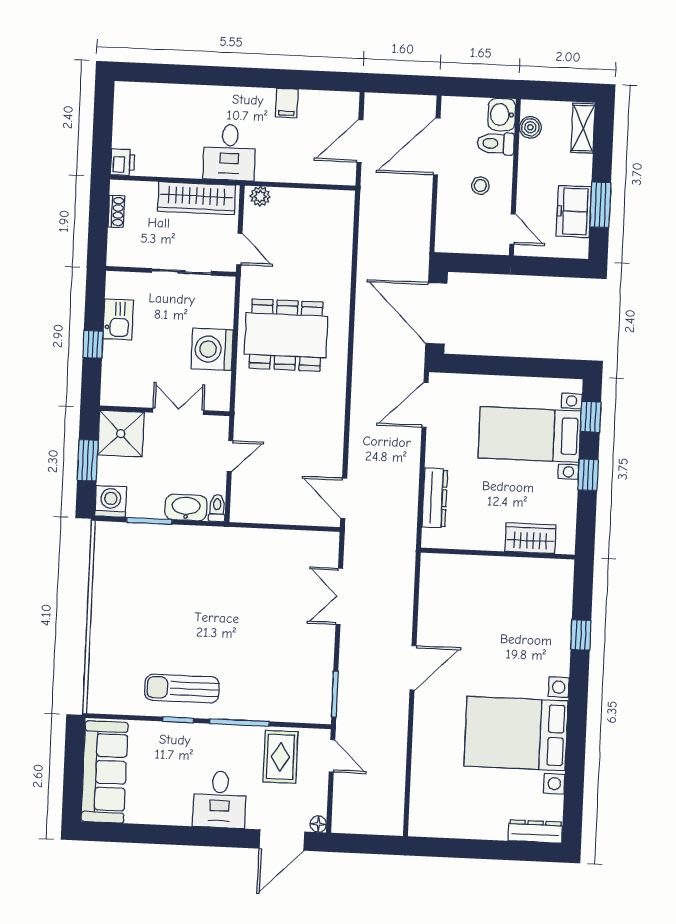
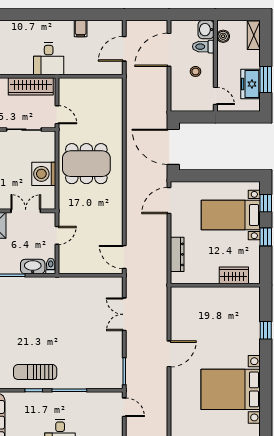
plant: (260, 196) -> (68, 84), removed
rug: (280, 757) -> (94, 409), removed

